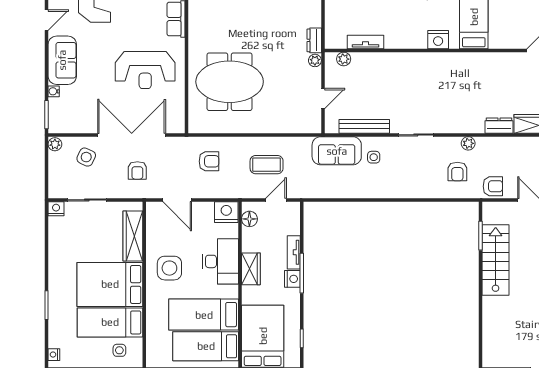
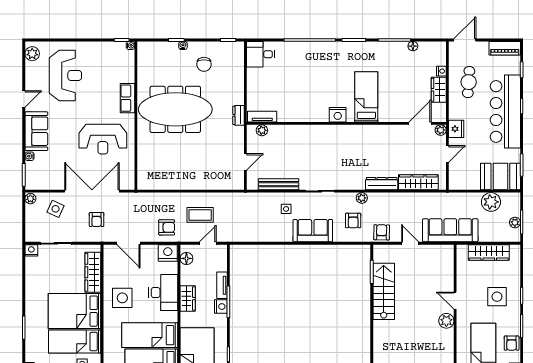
tv unit: (366, 42) -> (262, 117), moved
plant: (315, 60) -> (239, 131), removed
meeting table: (230, 82) -> (175, 109), moved, width x1.36
dresser: (499, 126) -> (382, 184), width x1.44
sofa: (337, 151) -> (313, 231), moved, turned 180
armchair: (209, 161) -> (167, 227), moved
armchair: (493, 186) -> (382, 232), turned -89

